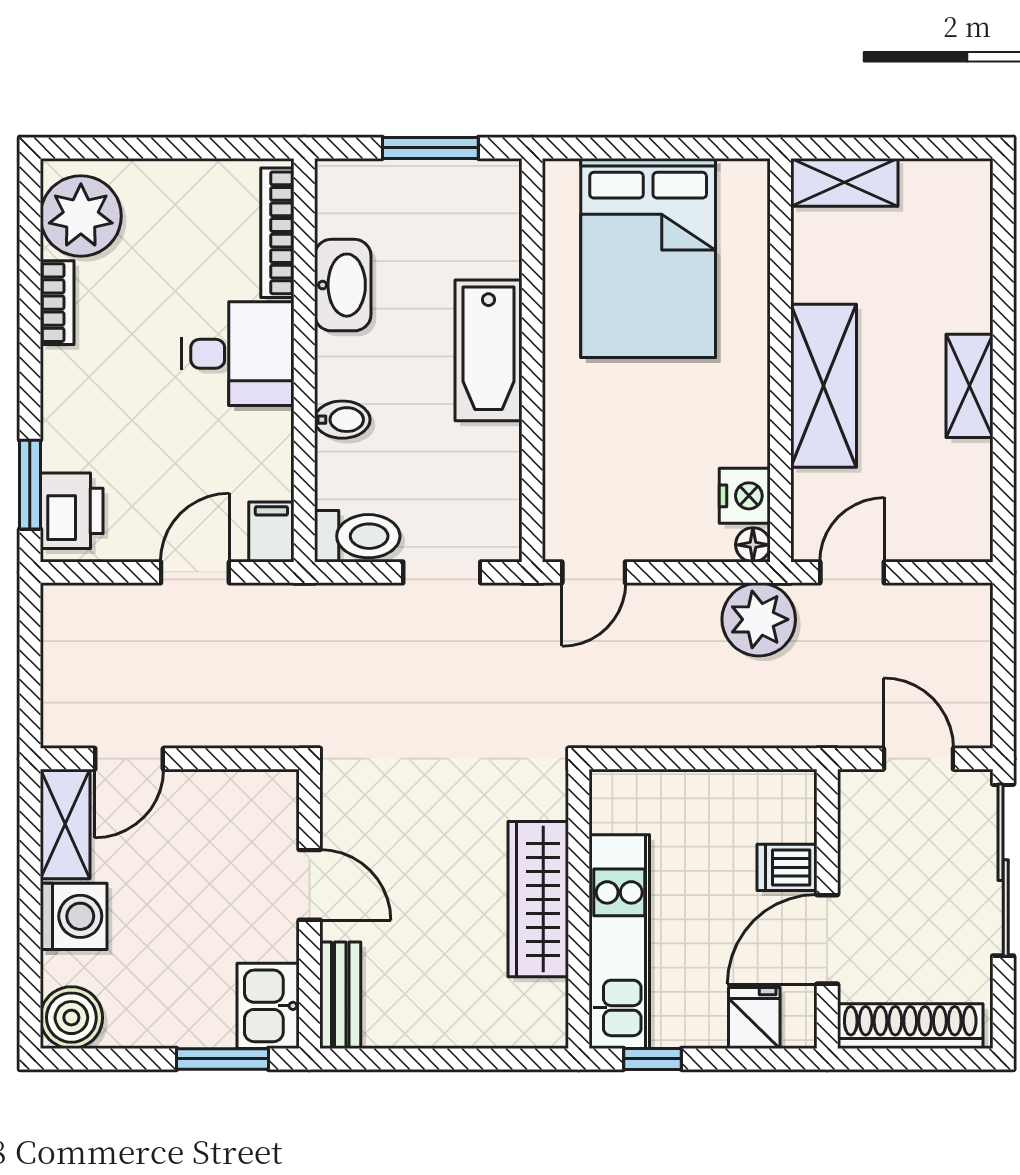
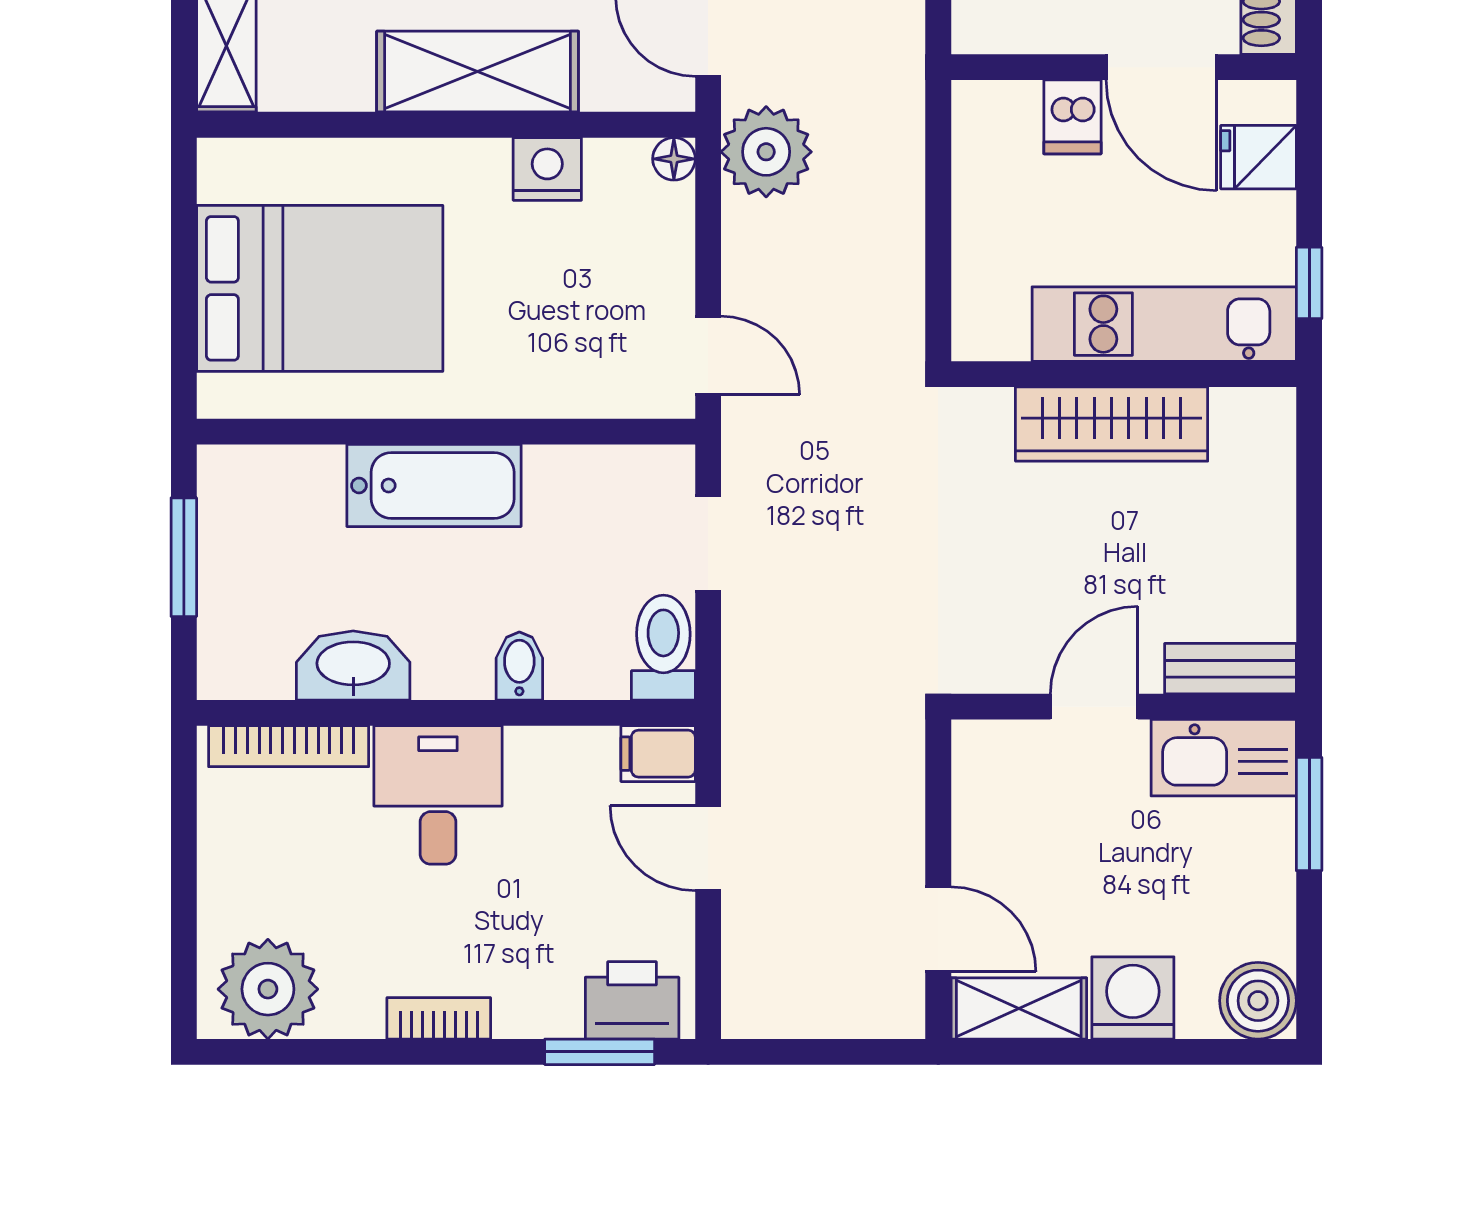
bookcase: (57, 303) -> (439, 1018), moved
nightstand: (745, 496) -> (547, 169), moved
kitchen sink: (268, 1006) -> (1224, 758), width x1.38

